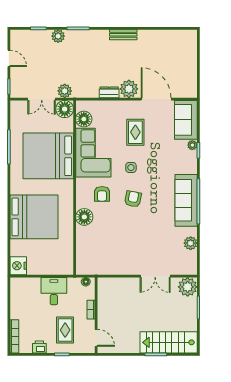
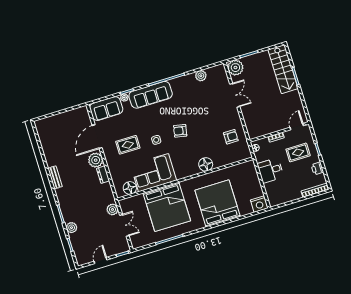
floor lamp: (65, 109) -> (127, 205), removed
armchair: (102, 194) -> (231, 137), moved
sofa: (186, 200) -> (151, 95), moved

